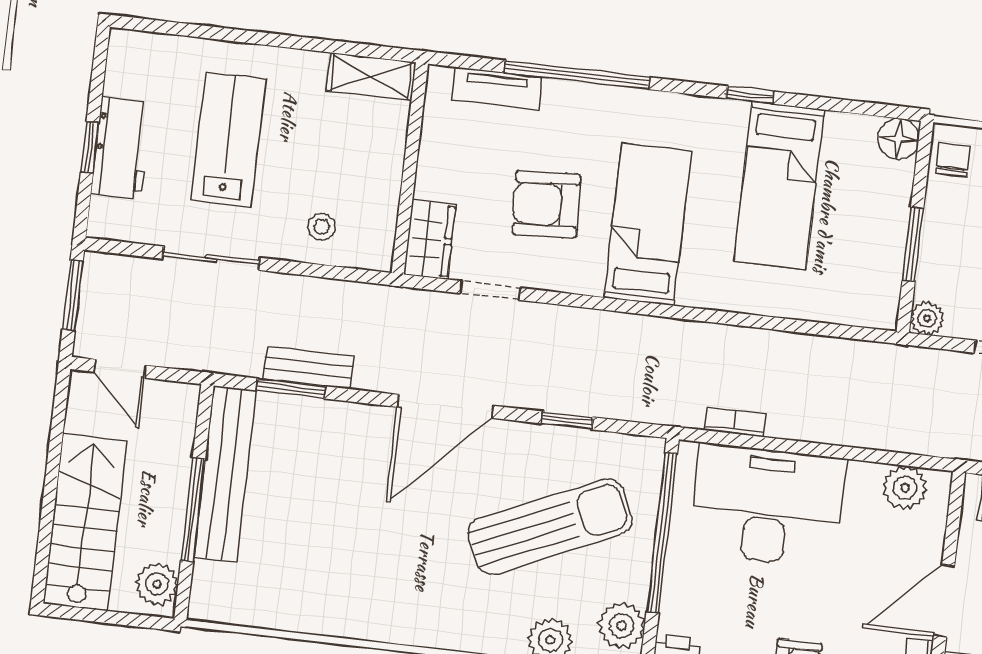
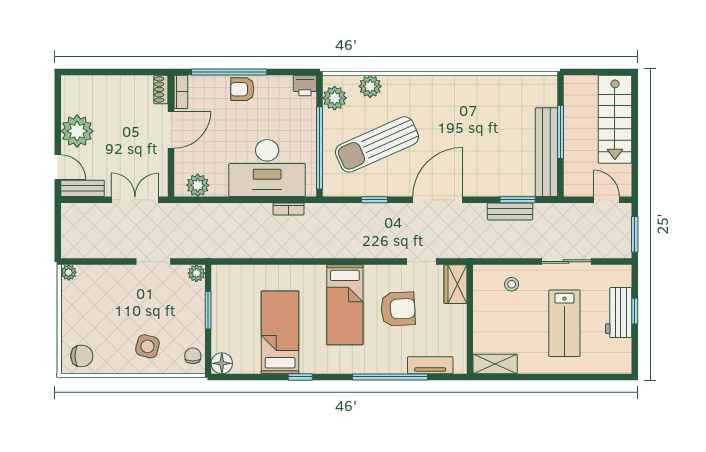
chair: (953, 160) -> (193, 356), turned 180
plant: (157, 584) -> (575, 92), removed

